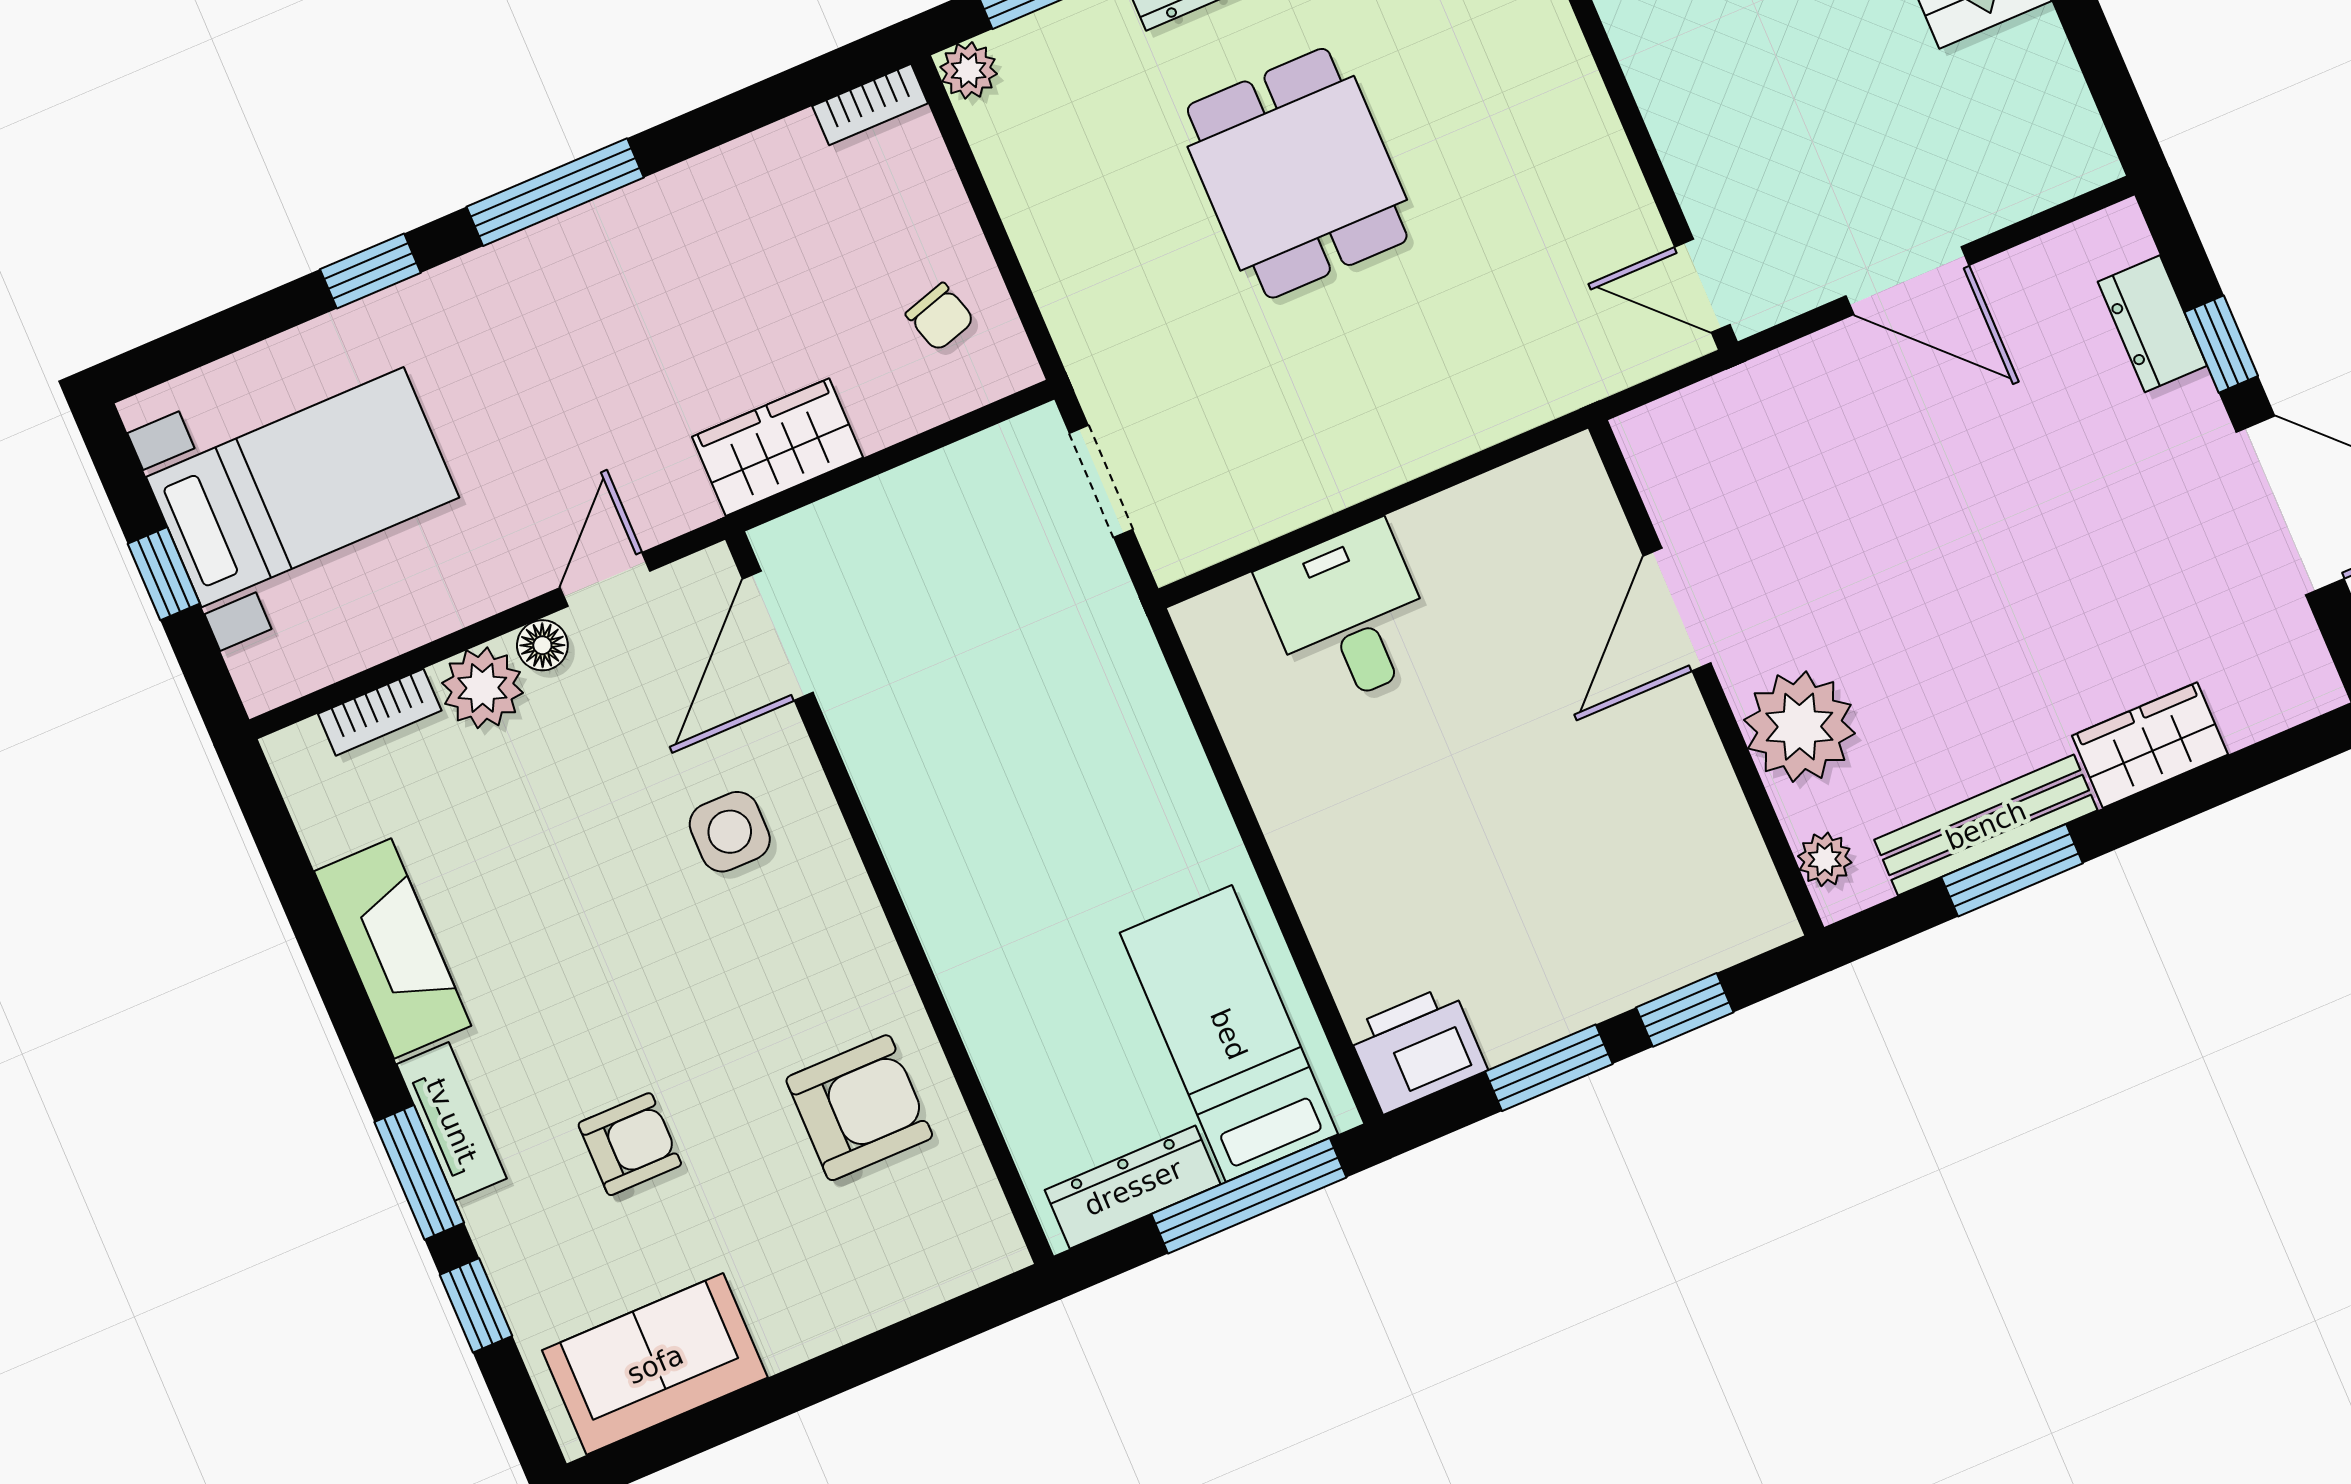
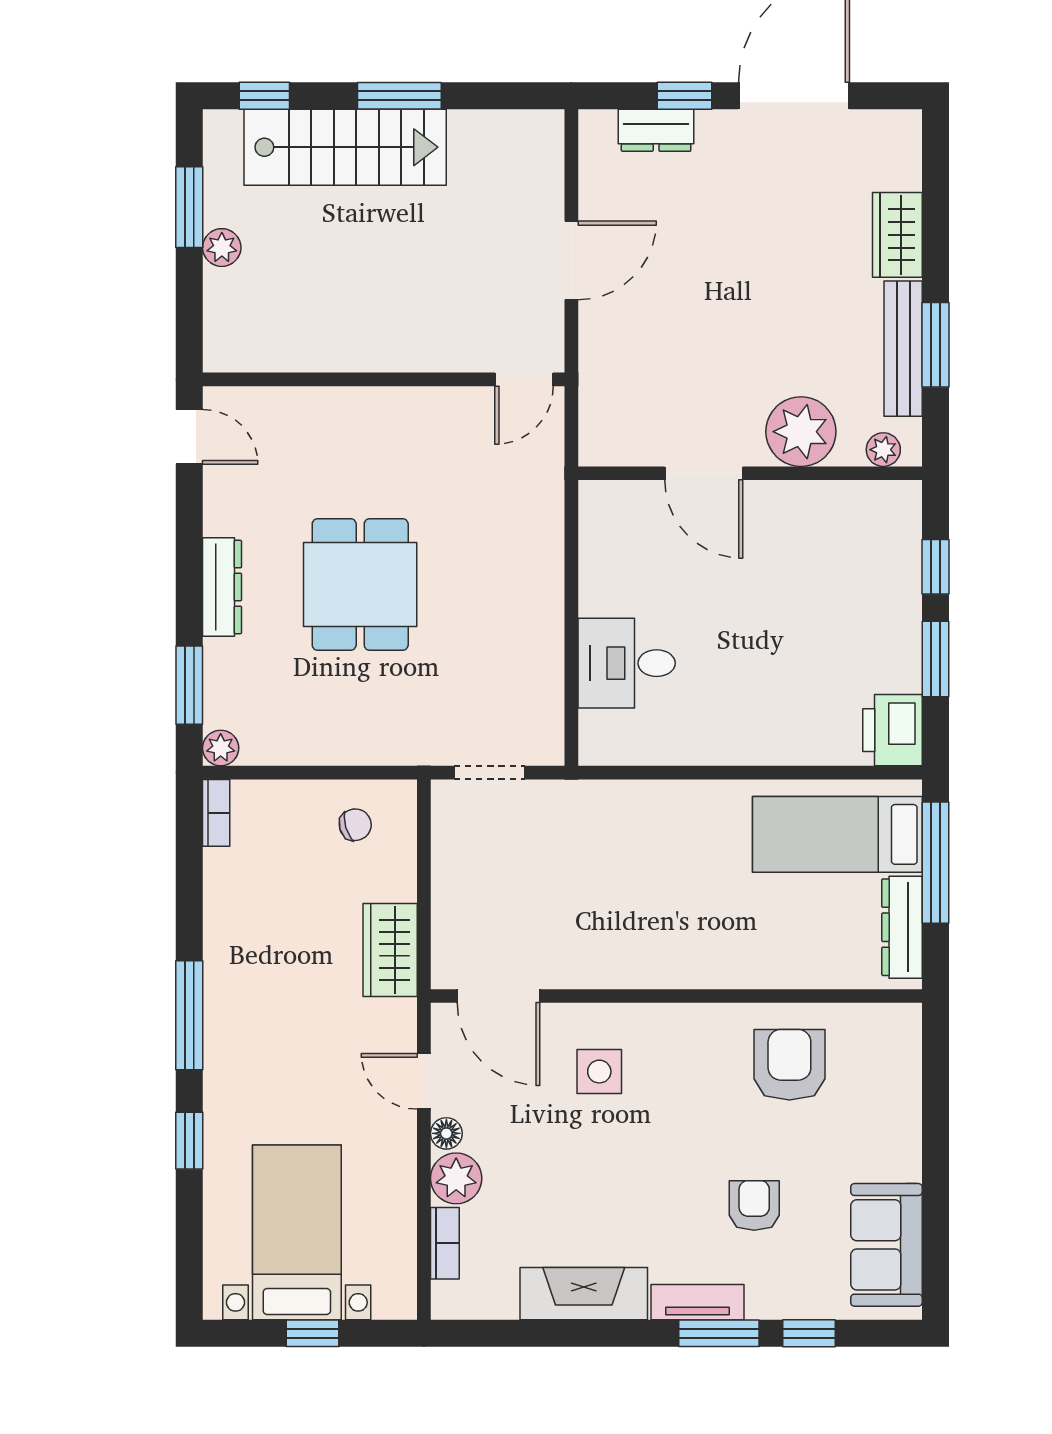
dining table: (1297, 173) -> (360, 584), turned 90

